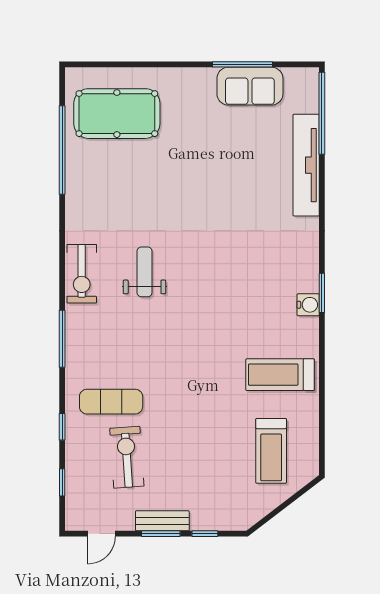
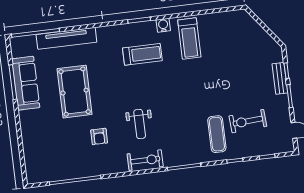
sofa: (250, 86) -> (26, 83), width x1.36
pool table: (117, 114) -> (75, 92), moved
armchair: (132, 200) -> (99, 136), added
weight bench: (145, 272) -> (140, 124), turned -90
water cooler: (308, 305) -> (163, 25), moved
treadmill: (271, 451) -> (142, 54), moved
bench: (162, 521) -> (280, 78), moved

